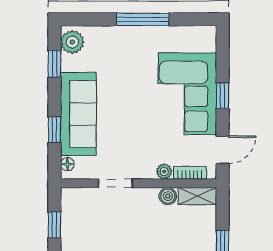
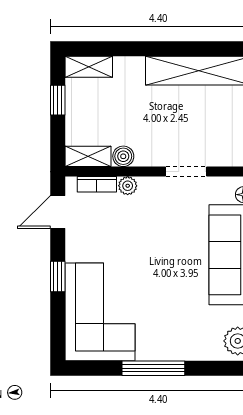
corner sofa: (187, 94) -> (100, 312), moved

